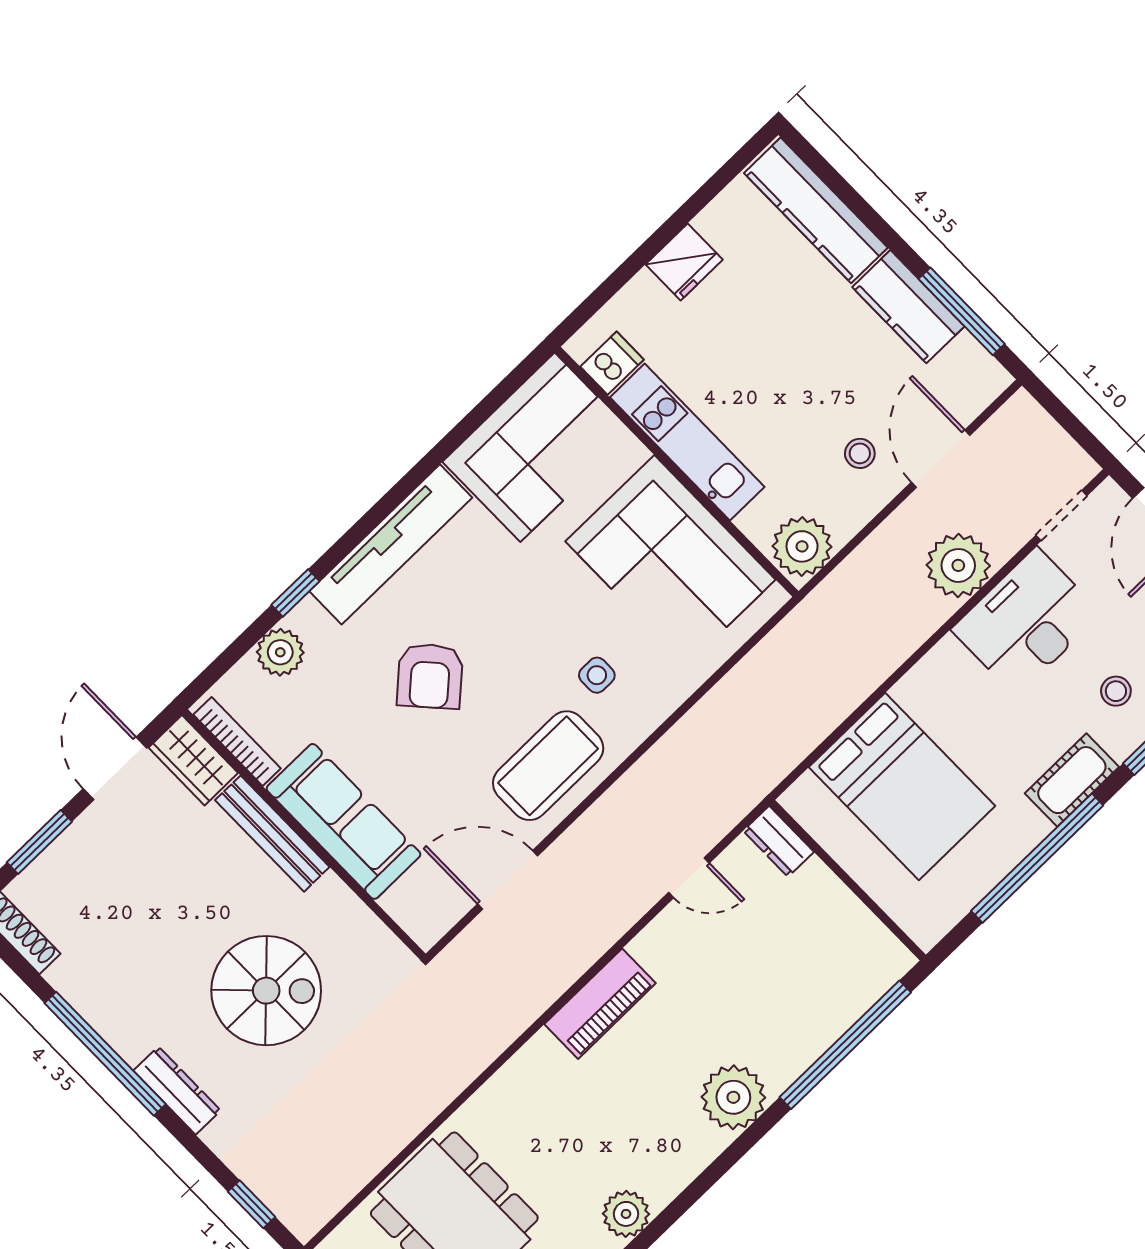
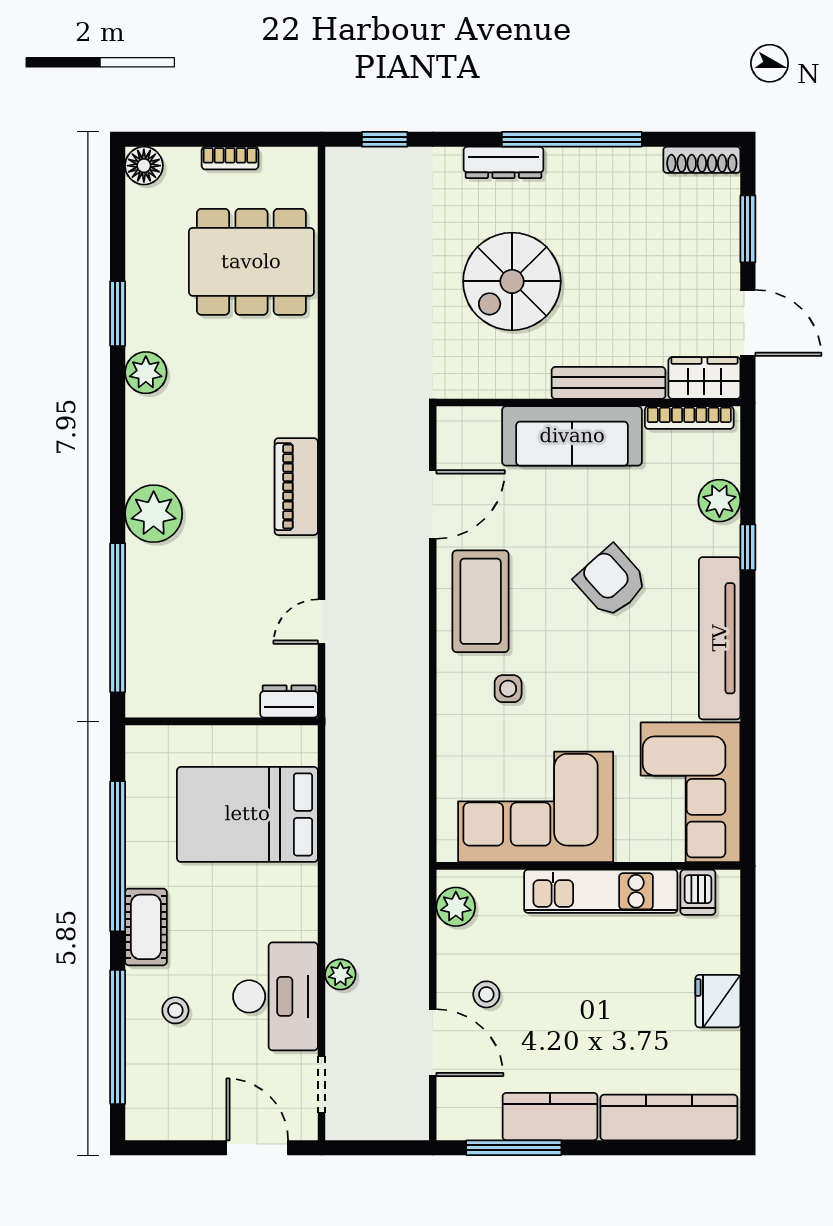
plant: (802, 546) -> (456, 907), width x0.73, depth x0.73
plant: (958, 565) -> (340, 974), width x0.53, depth x0.53

